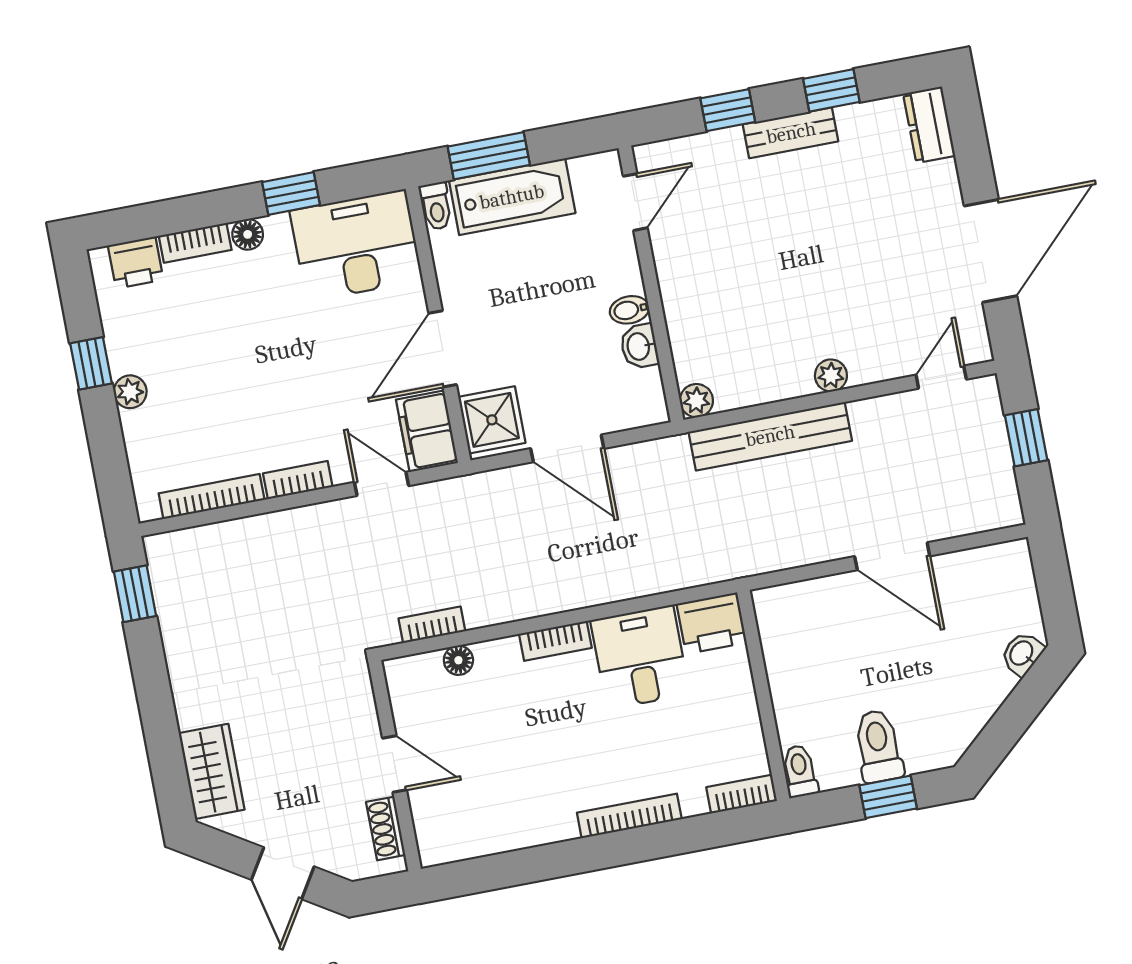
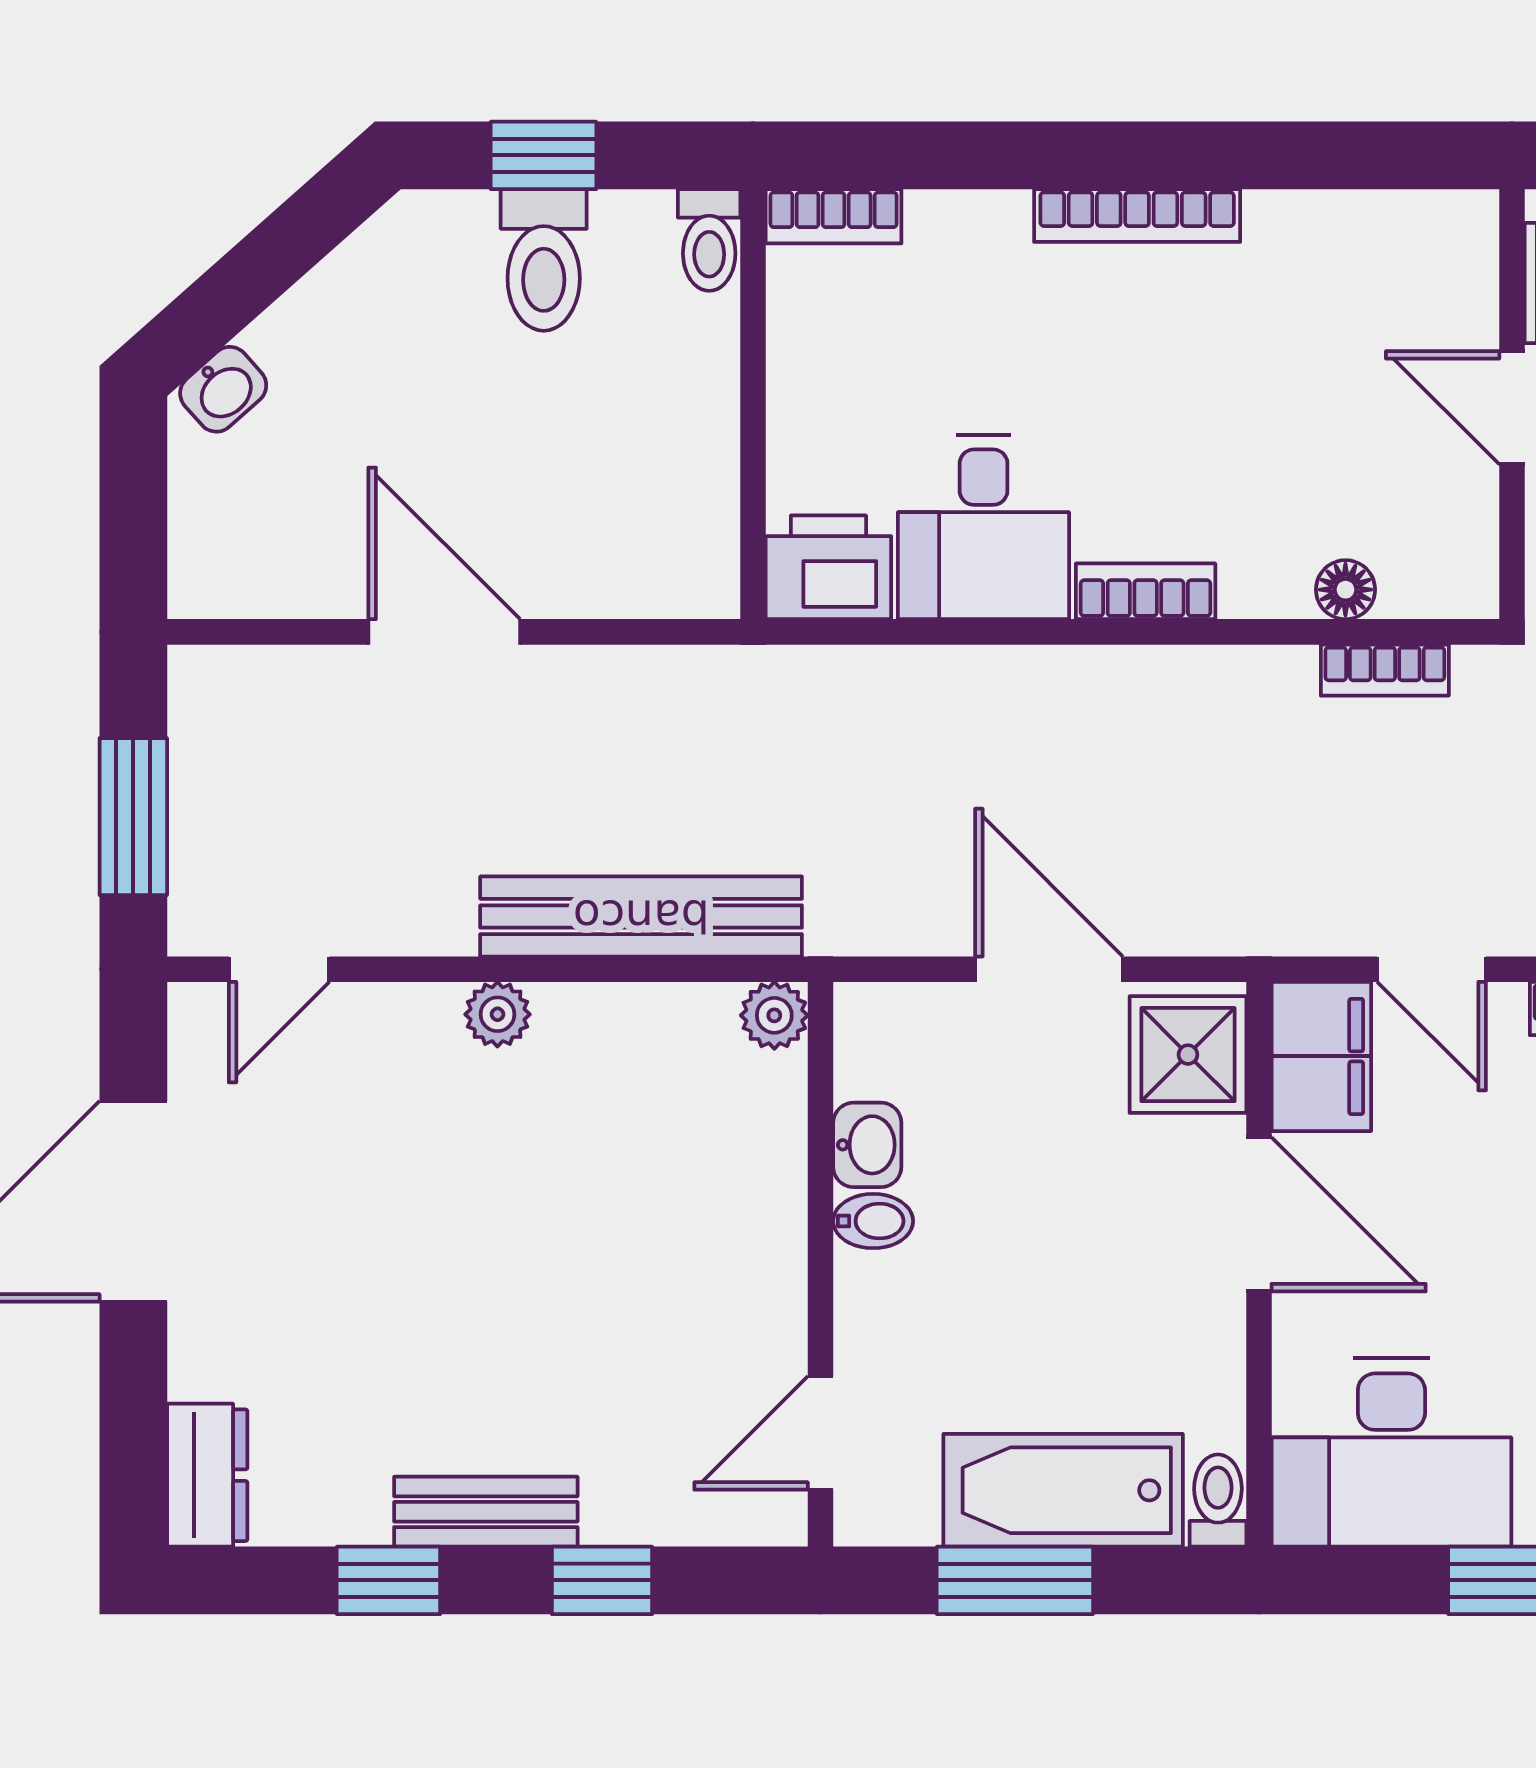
window: (489, 156) -> (1015, 1580), moved
door: (443, 349) -> (1259, 1214), hinge flipped
window: (1026, 438) -> (133, 817), width x1.50
bookcase: (629, 816) -> (1137, 216), moved

